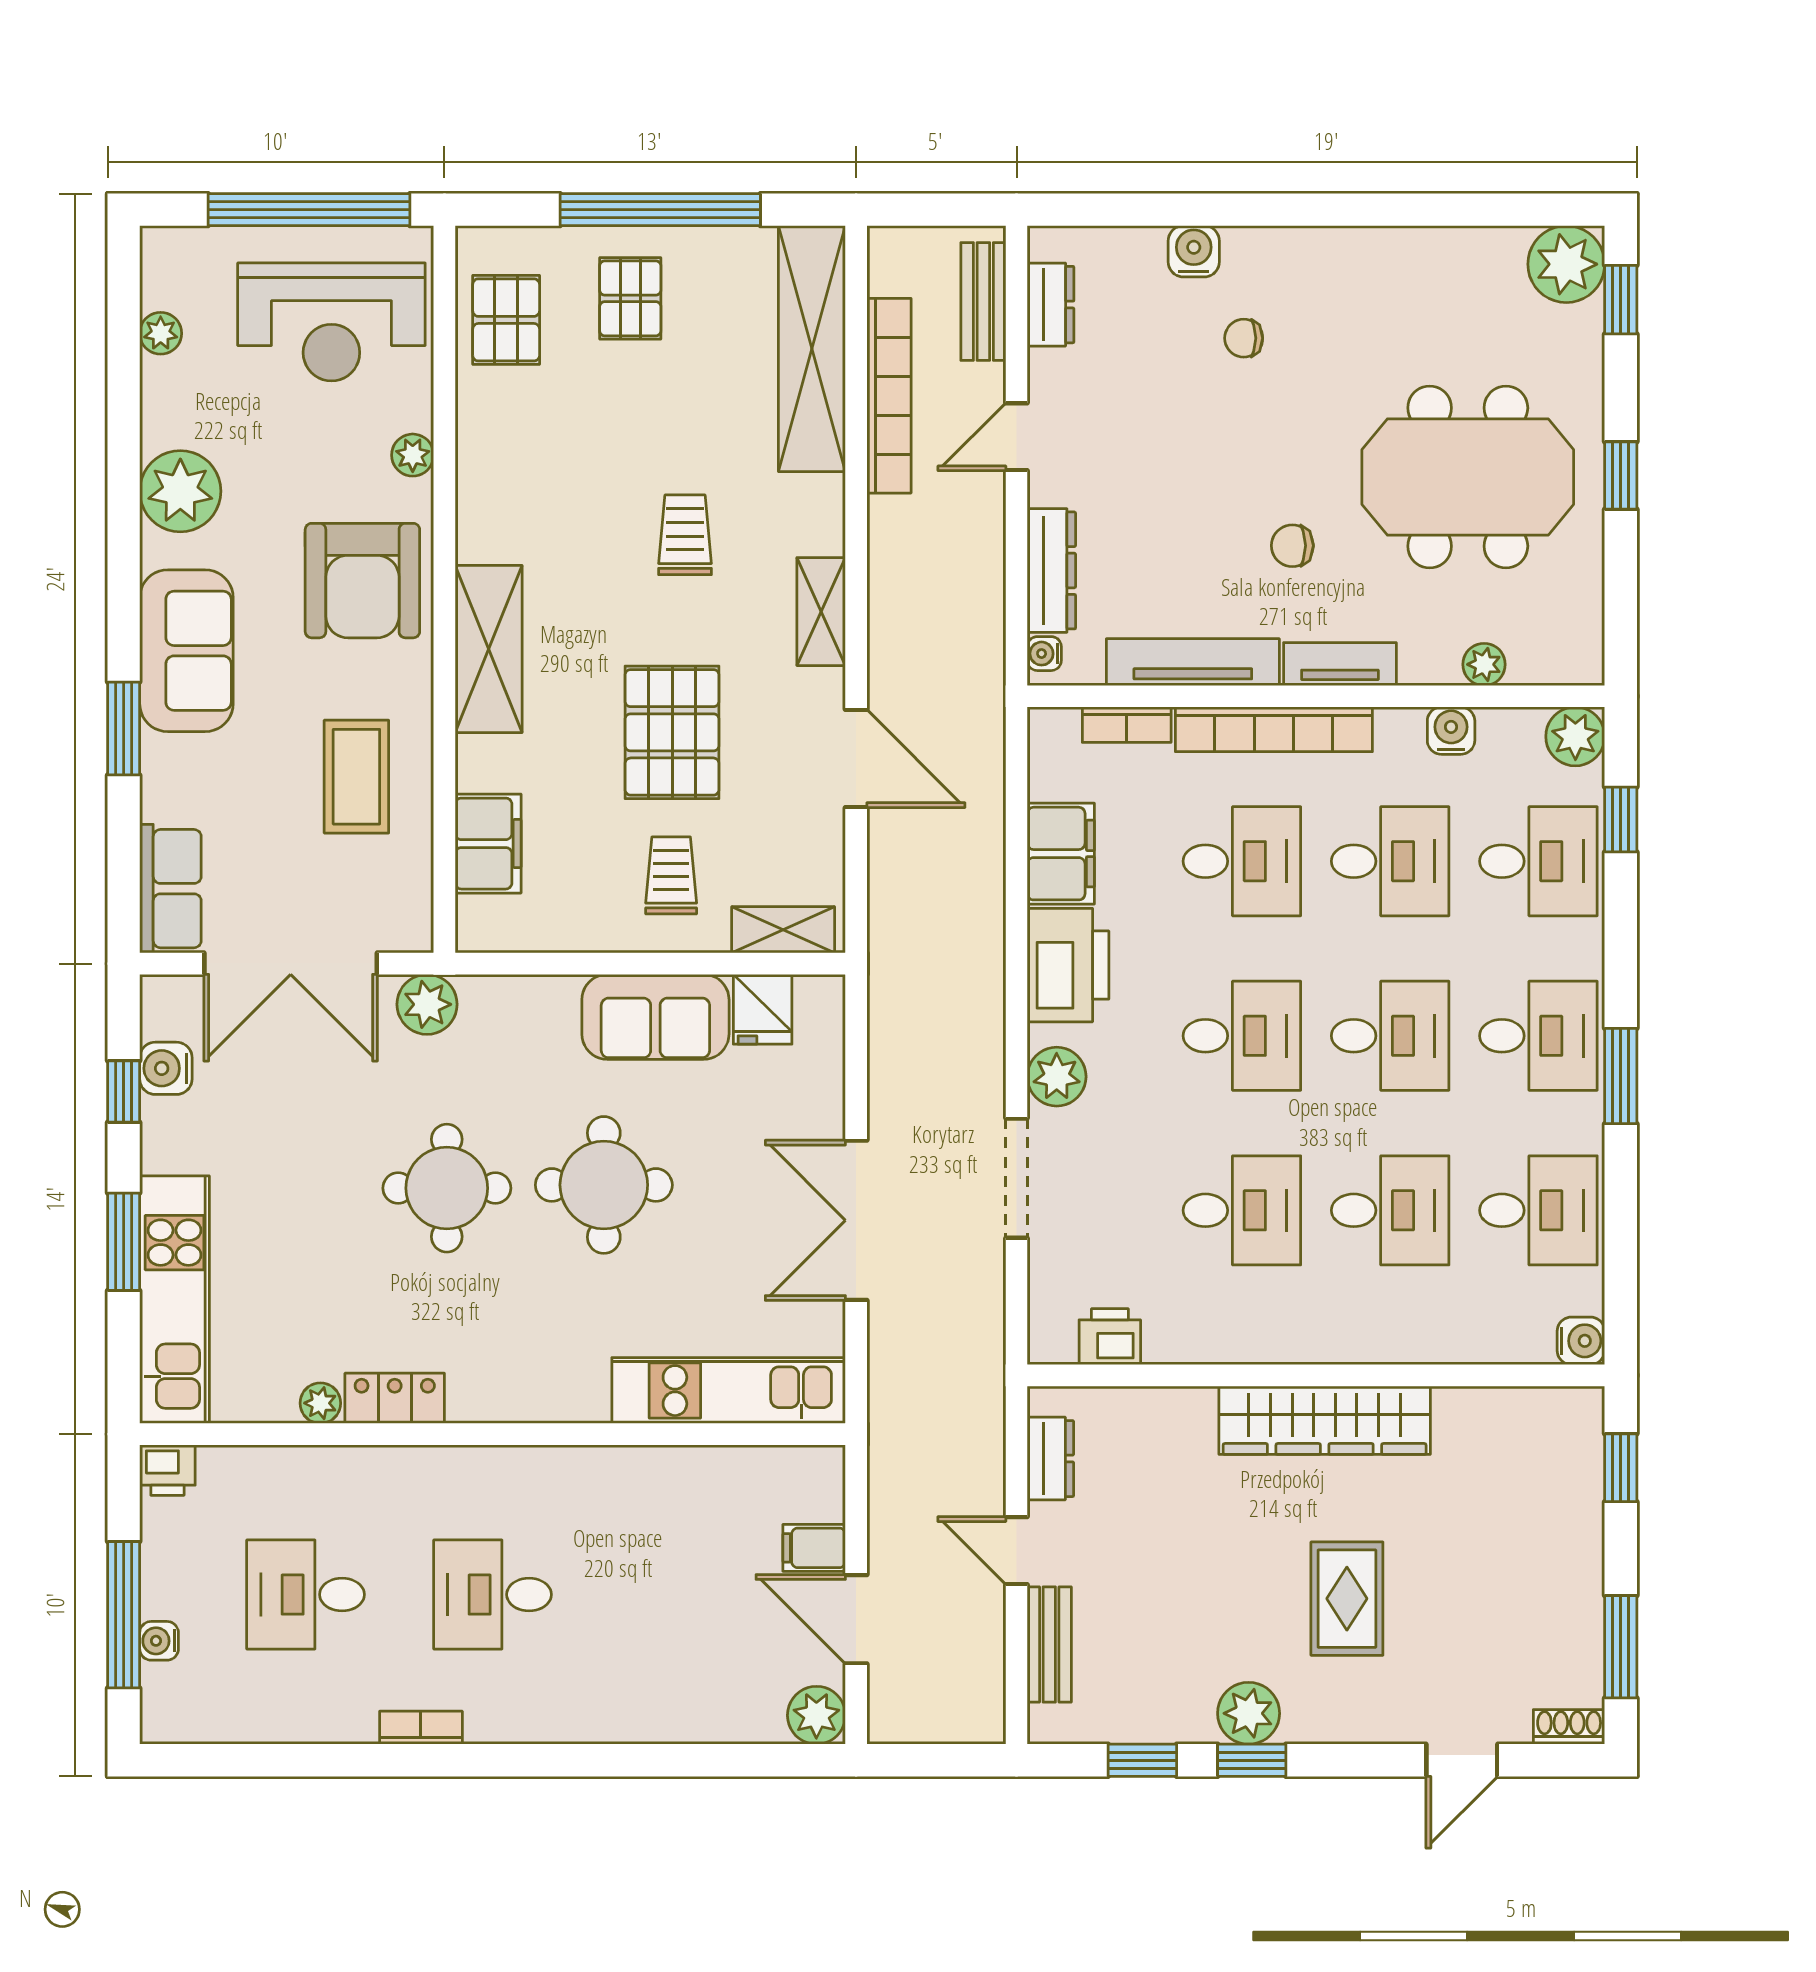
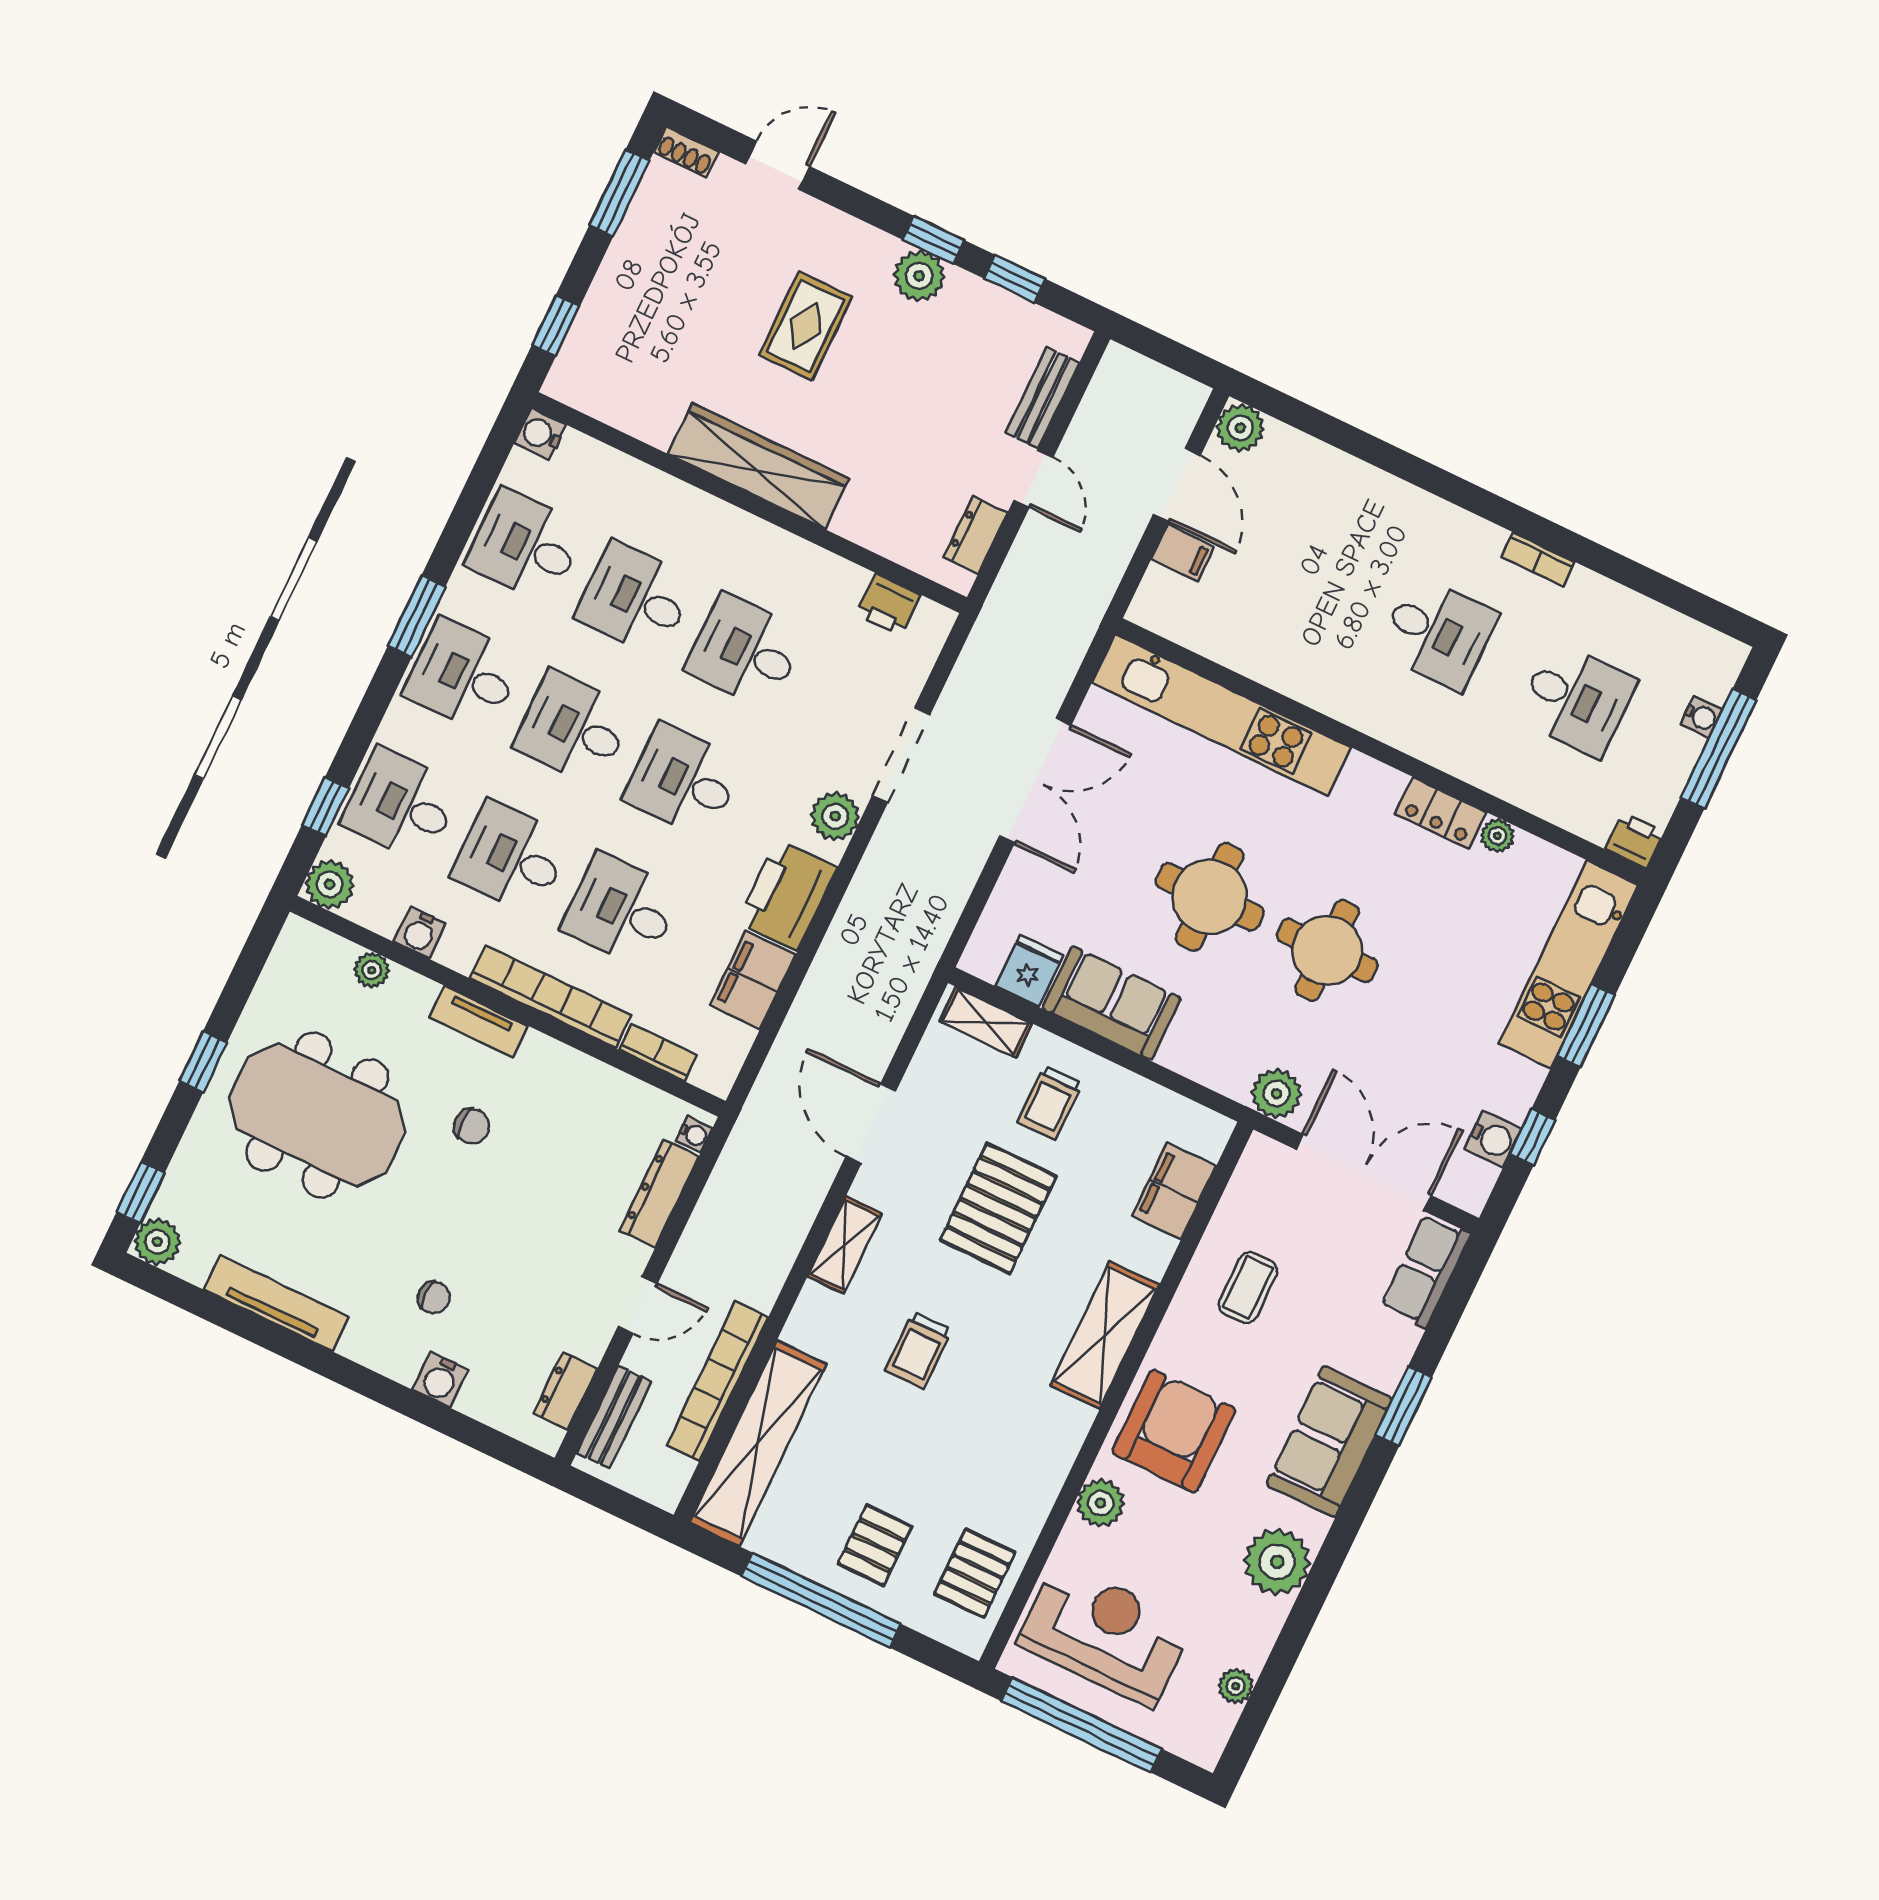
plant: (1566, 264) -> (157, 1242), width x0.73, depth x0.73
plant: (413, 455) -> (1101, 1503), width x1.38, depth x1.38
tv unit: (1193, 662) -> (276, 1303), moved, turned 180
coffee table: (356, 777) -> (1248, 1288), width x0.73, depth x0.77
kitchen unit: (729, 1391) -> (1222, 715), width x1.36

